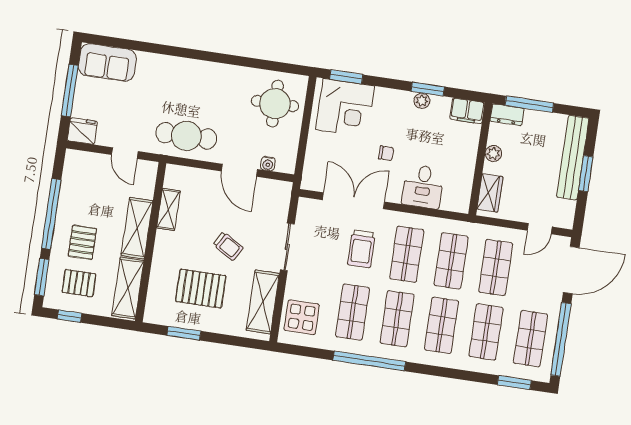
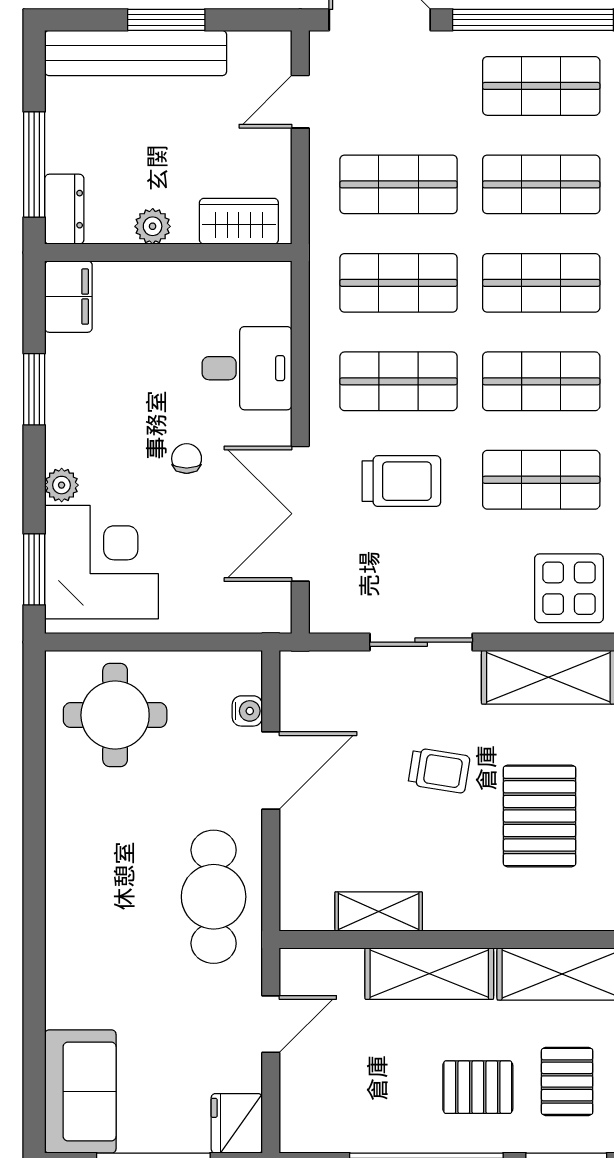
plant: (422, 101) -> (62, 485), moved
door: (540, 229) -> (300, 102), swing flipped
trolley: (228, 246) -> (439, 770), turned 68

